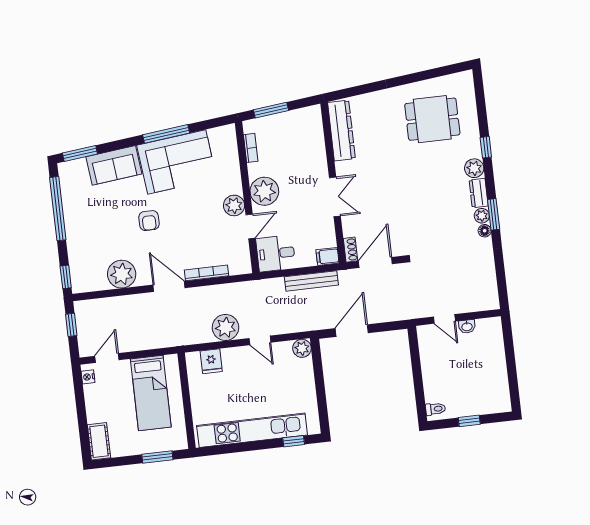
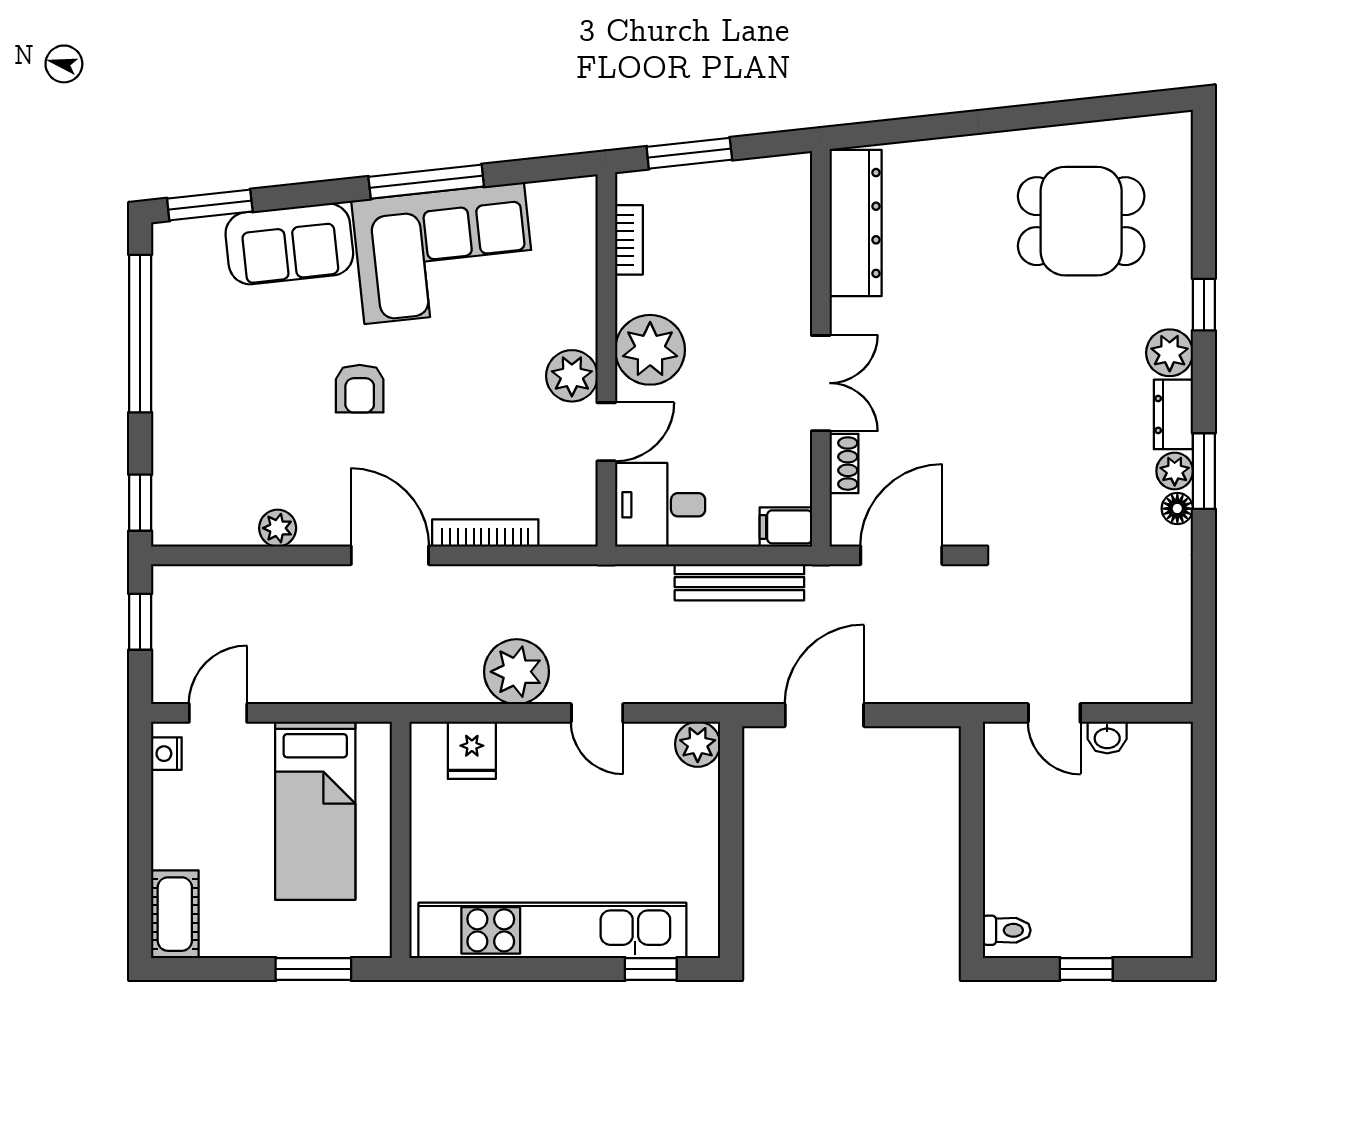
shoe rack: (350, 250) -> (844, 464), moved
plant: (122, 274) -> (278, 528), width x0.53, depth x0.53

